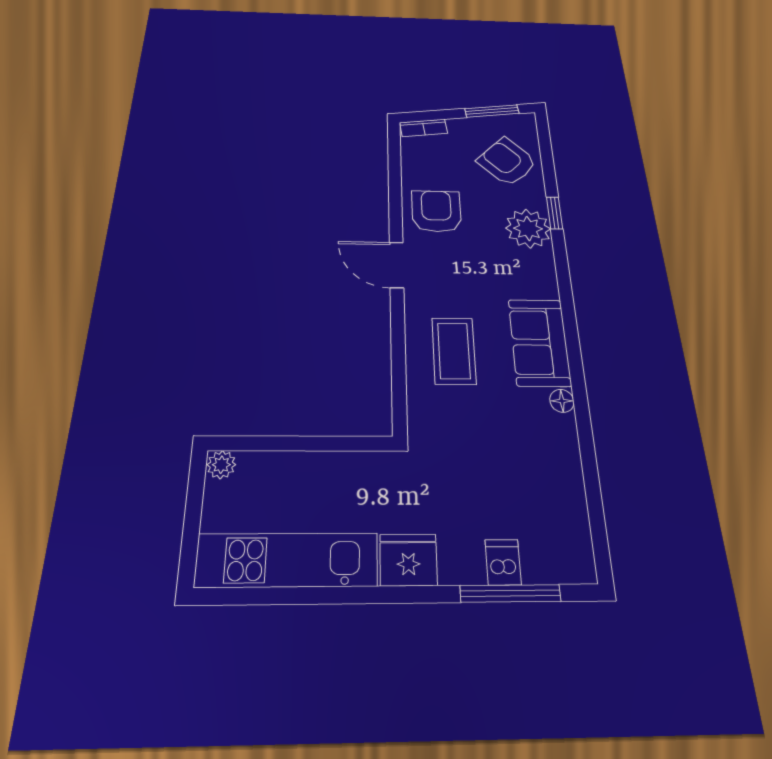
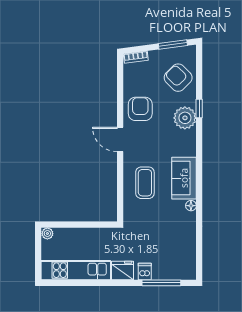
dishwasher: (503, 562) -> (145, 272), moved

